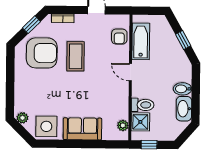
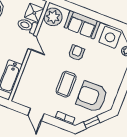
armchair: (119, 37) -> (76, 53), moved
door: (130, 72) -> (32, 43), moved
plant: (123, 125) -> (53, 17), width x1.88, depth x1.88

